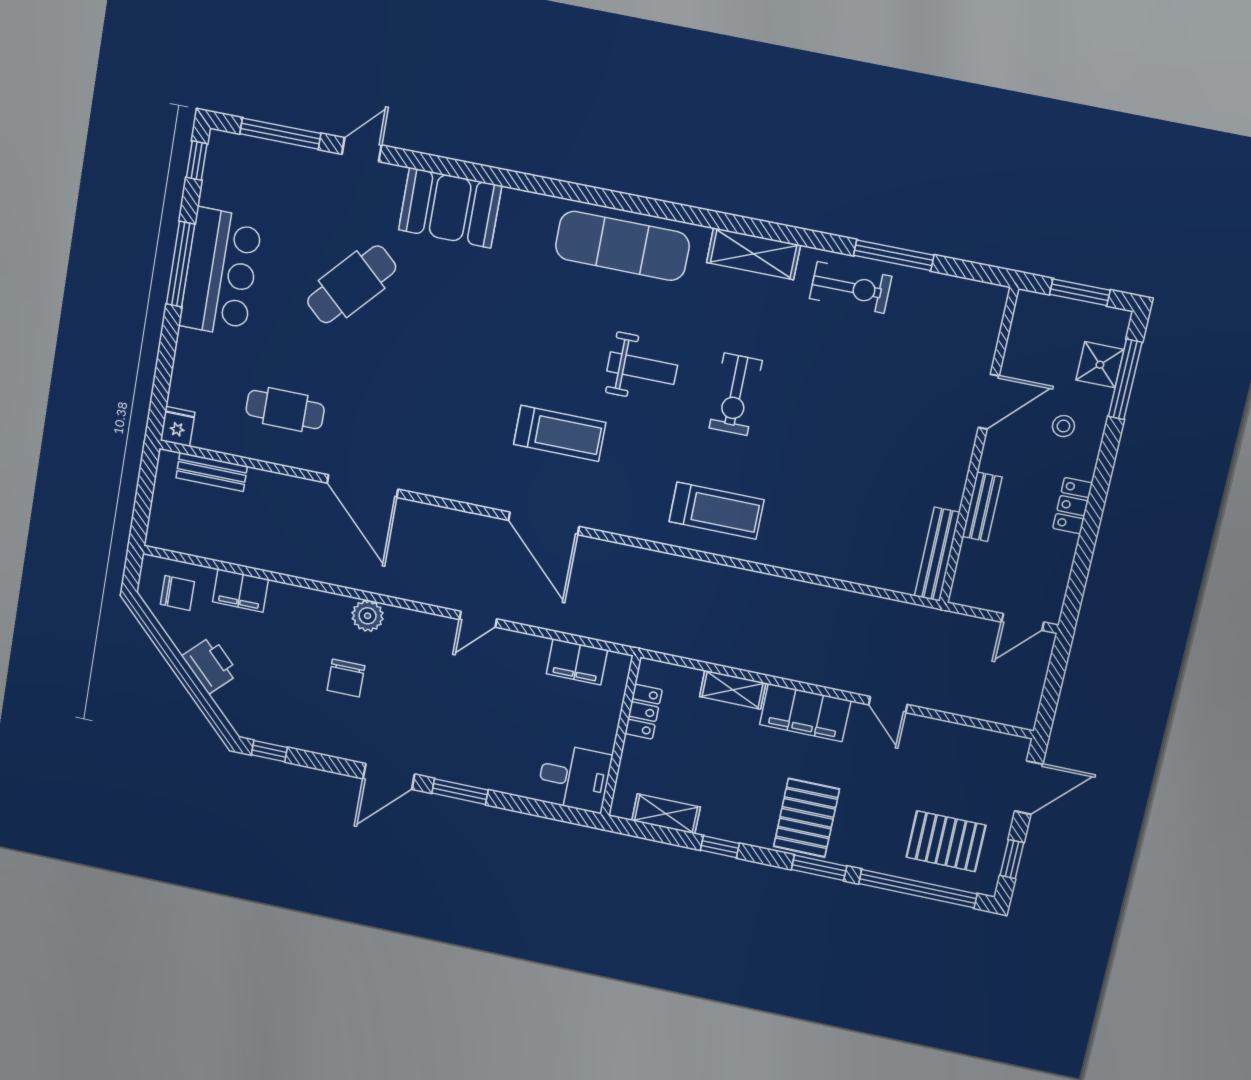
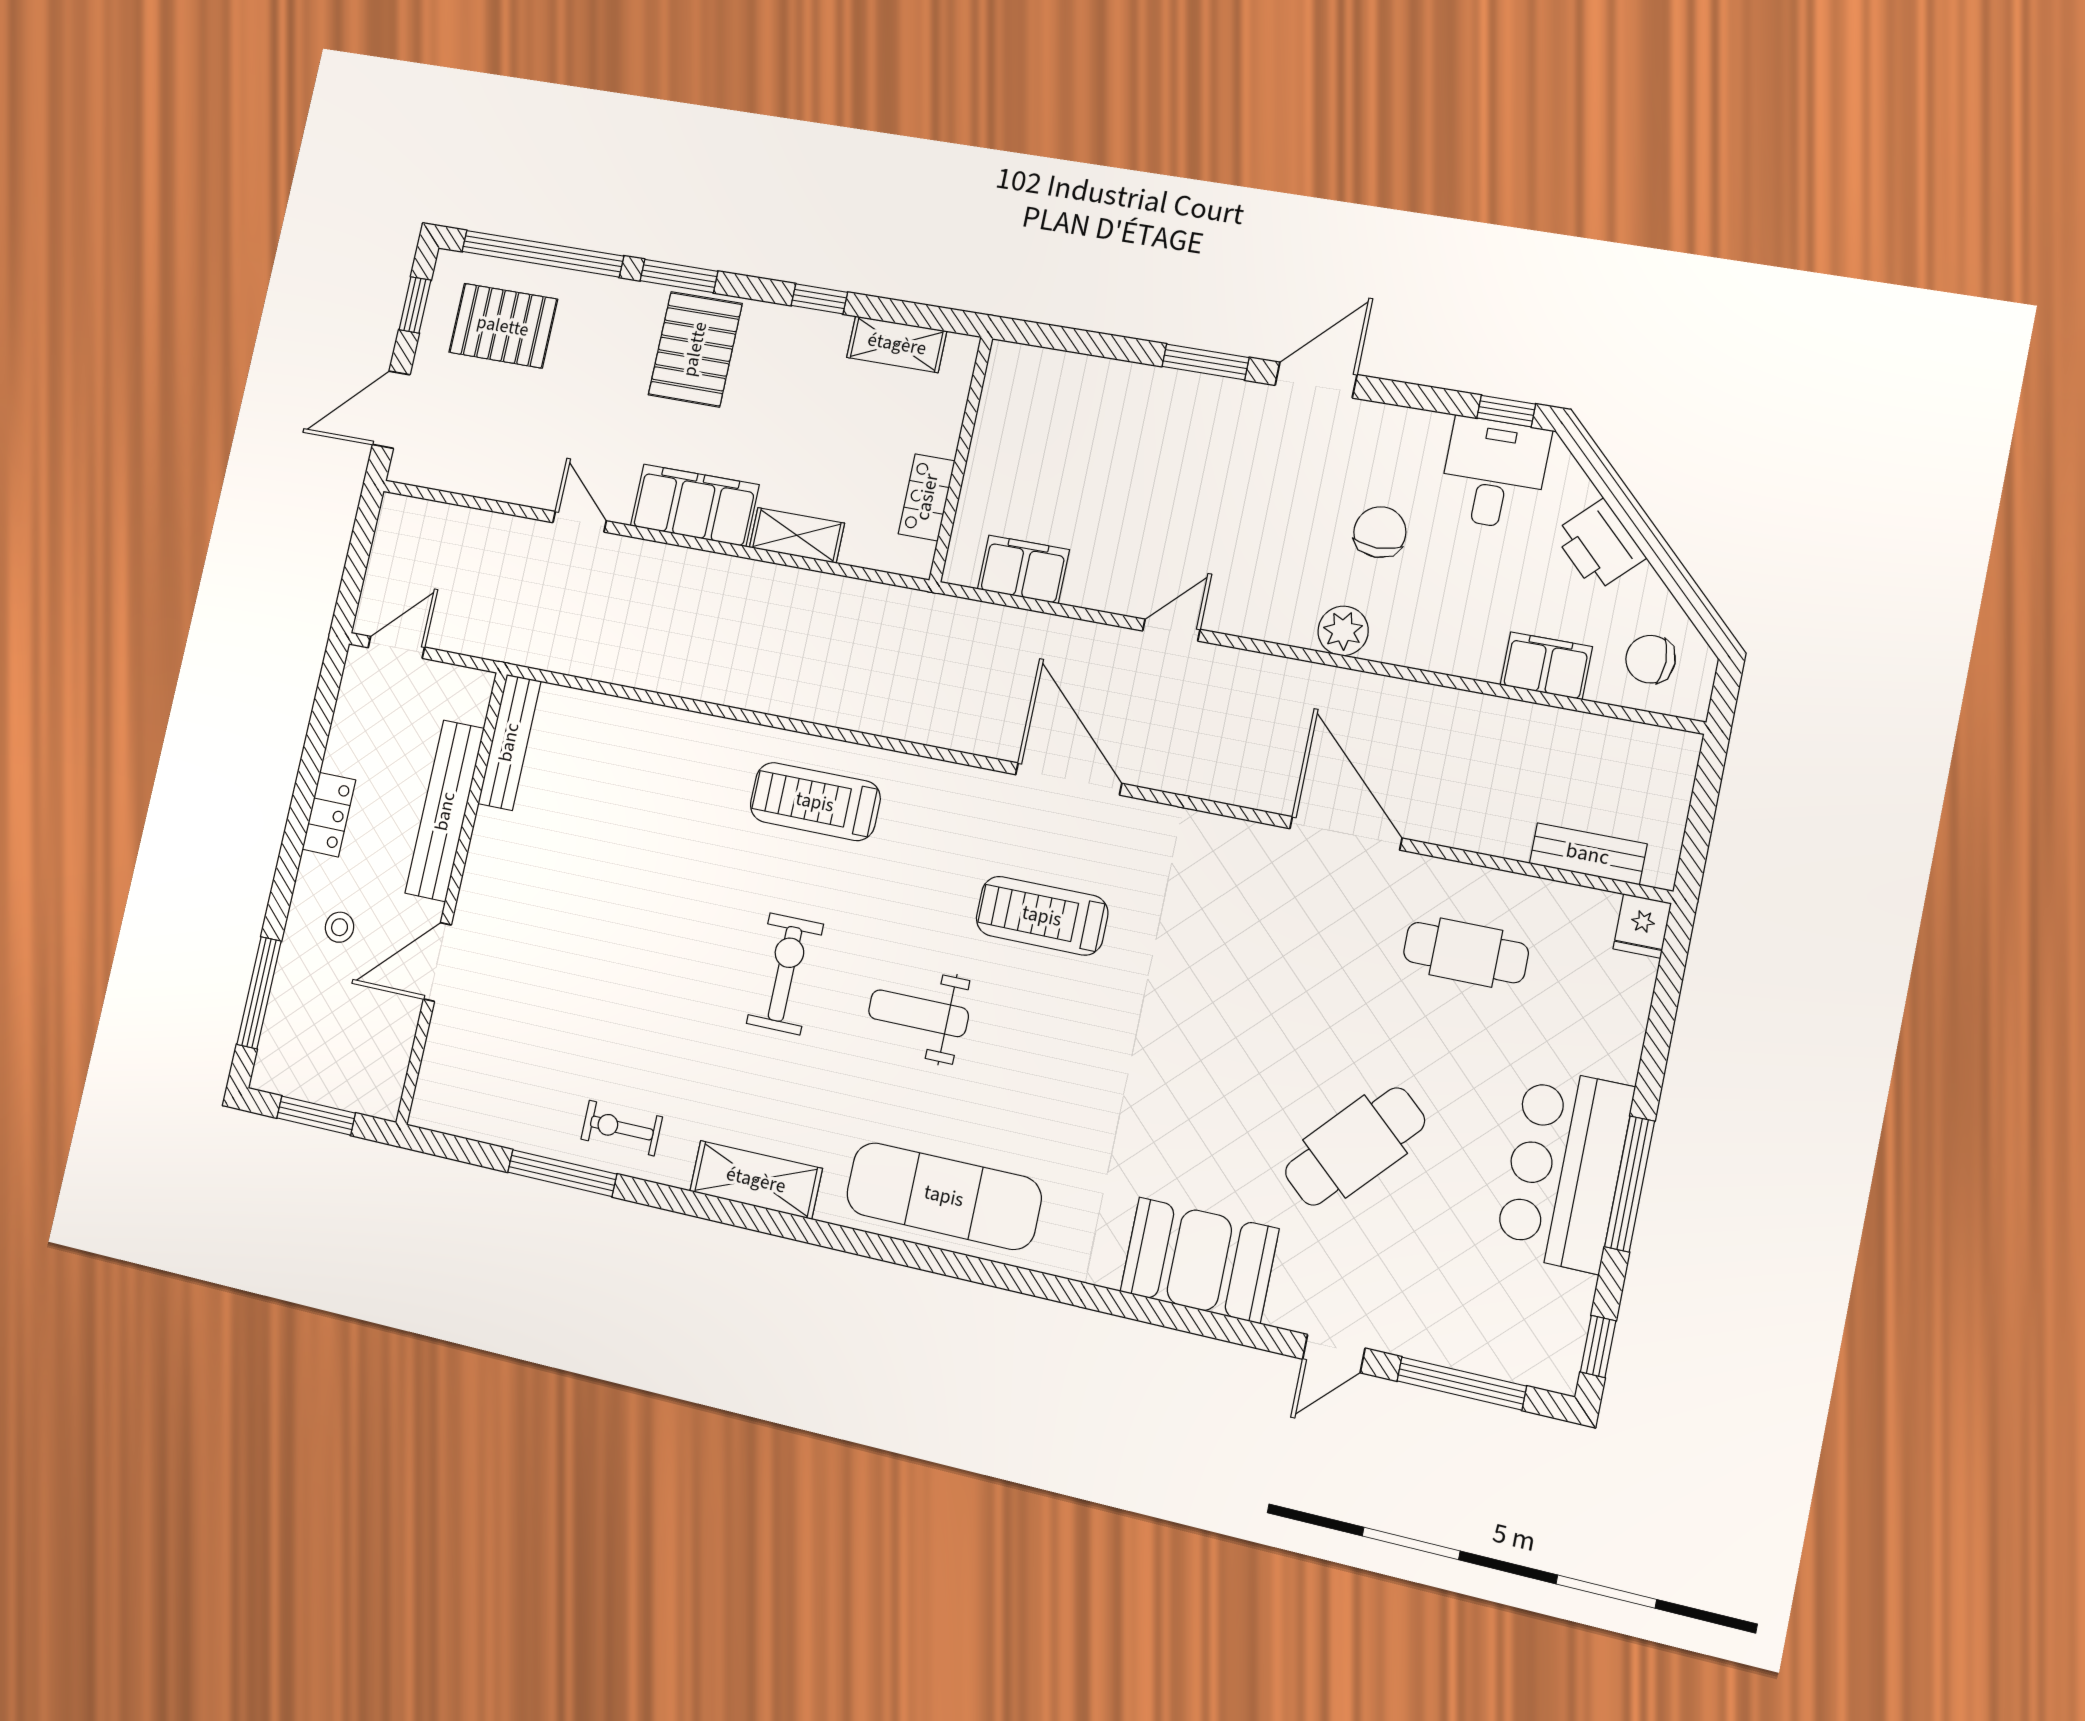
exercise bike: (851, 287) -> (622, 1128), width x0.73, depth x0.72
shower: (1100, 365) -> (291, 1013), removed
bench: (982, 507) -> (445, 811), width x1.86, depth x1.21
desk: (574, 778) -> (1494, 473), moved, turned 90

